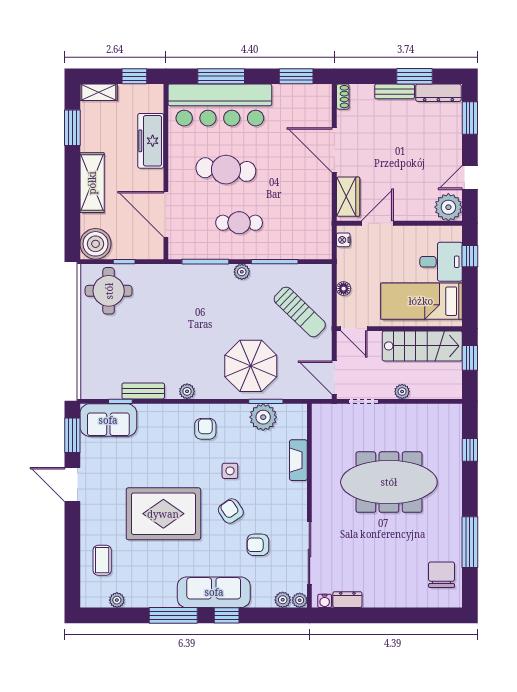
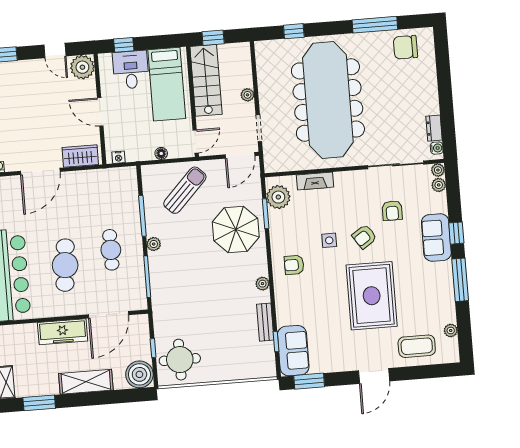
freezer: (151, 141) -> (63, 332), moved
door: (377, 223) -> (100, 112), moved
plant: (263, 417) -> (278, 197), moved
meeting table: (389, 482) -> (328, 100), width x1.36, depth x1.27
door: (72, 484) -> (374, 376), moved
coffee table: (102, 560) -> (417, 346), width x1.36, depth x1.30
sofa: (214, 592) -> (436, 238), width x0.73

